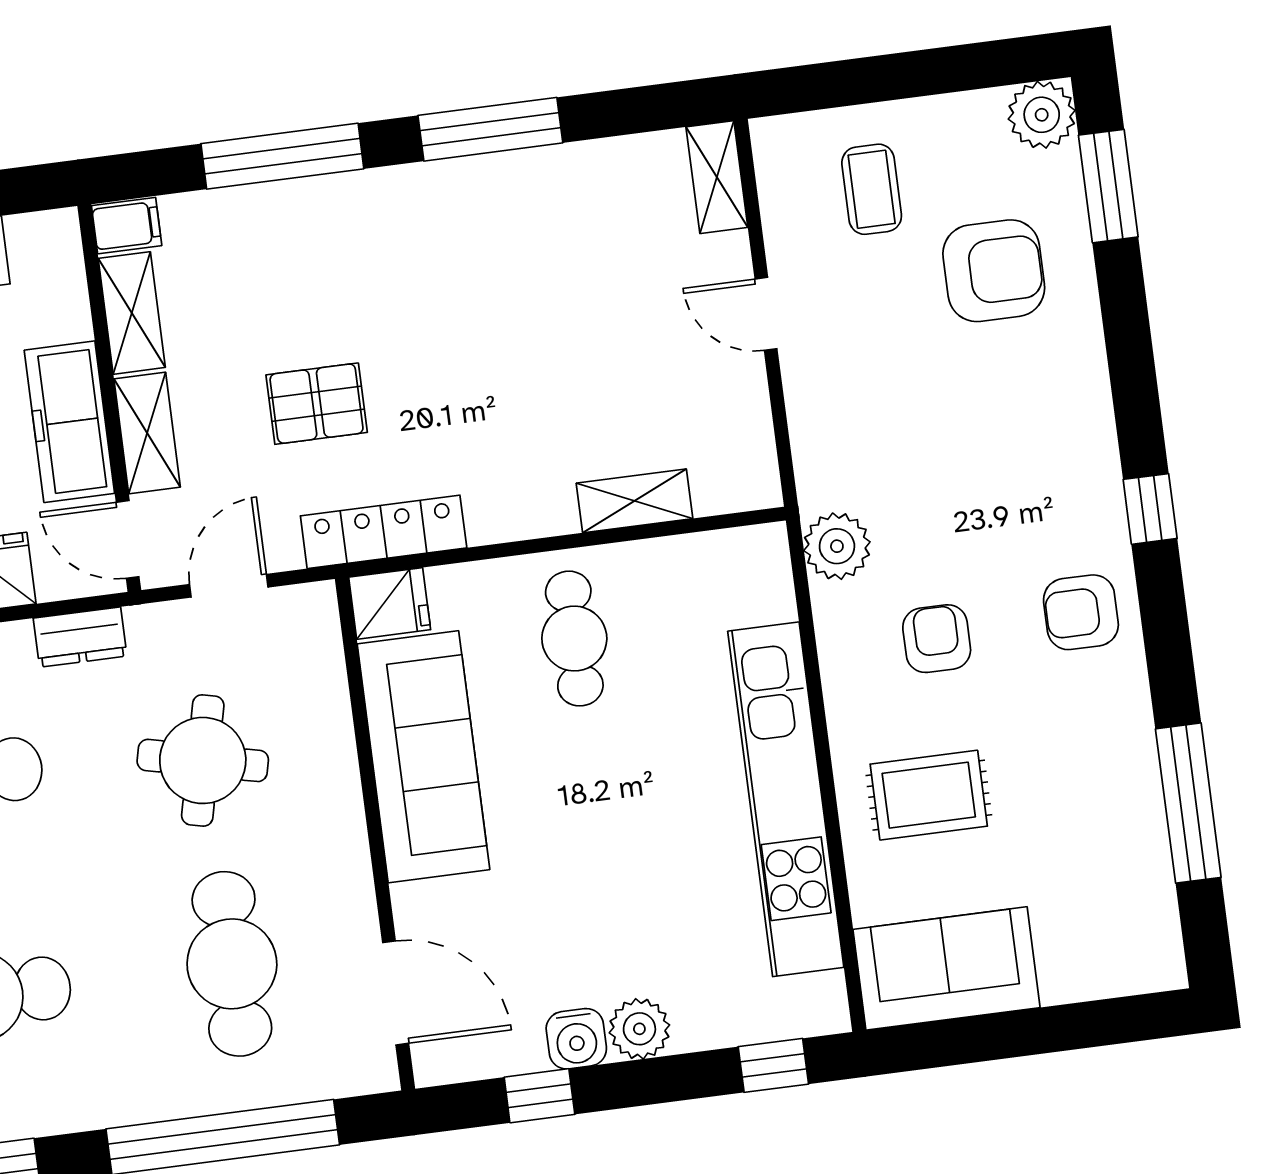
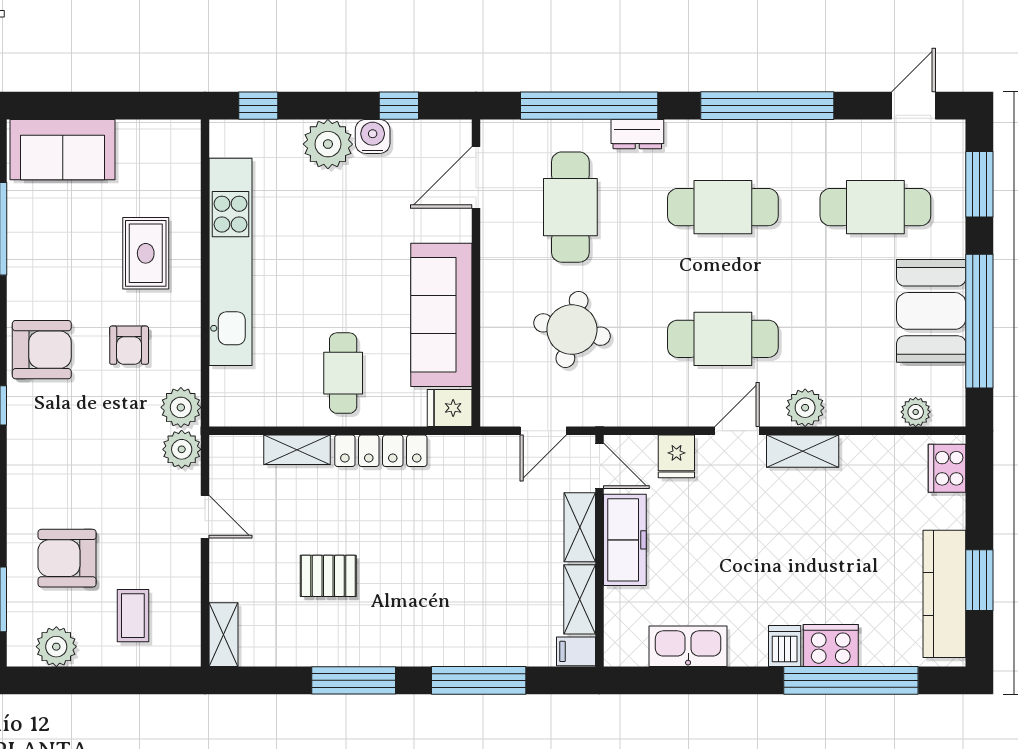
plant: (1042, 115) -> (56, 647), moved
door: (766, 314) -> (205, 517), moved
pallet: (317, 404) -> (328, 576), moved
plant: (827, 477) -> (182, 449), added
locker: (384, 532) -> (381, 451), moved
armchair: (1081, 612) -> (42, 350), width x1.38, depth x1.38
dresser: (80, 637) -> (637, 134), moved, turned 180
rug: (929, 795) -> (146, 253), turned 90
sofa: (947, 968) -> (63, 150), moved
door: (396, 993) -> (476, 177), hinge flipped
plant: (639, 1029) -> (328, 144), width x1.36, depth x1.36

